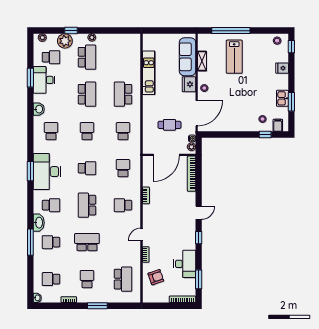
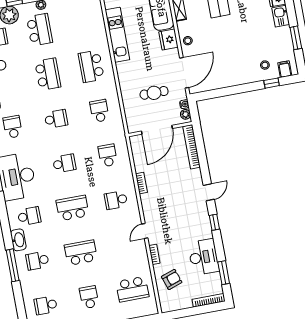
kitchen sink: (282, 98) -> (281, 16), moved
school desk: (87, 131) -> (56, 119), turned 90
school desk: (87, 205) -> (73, 208), turned 90
school desk: (123, 279) -> (132, 289), turned 90

